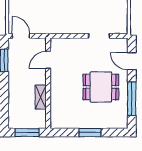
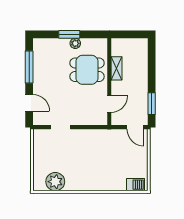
dining table: (101, 87) -> (87, 70), moved
plant: (84, 123) -> (75, 43), added
window: (27, 133) -> (130, 34), removed

